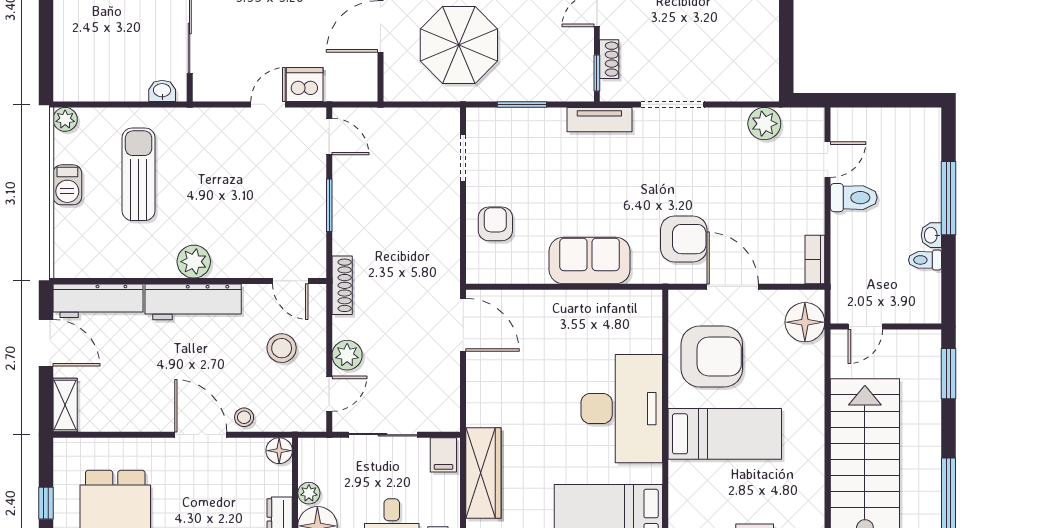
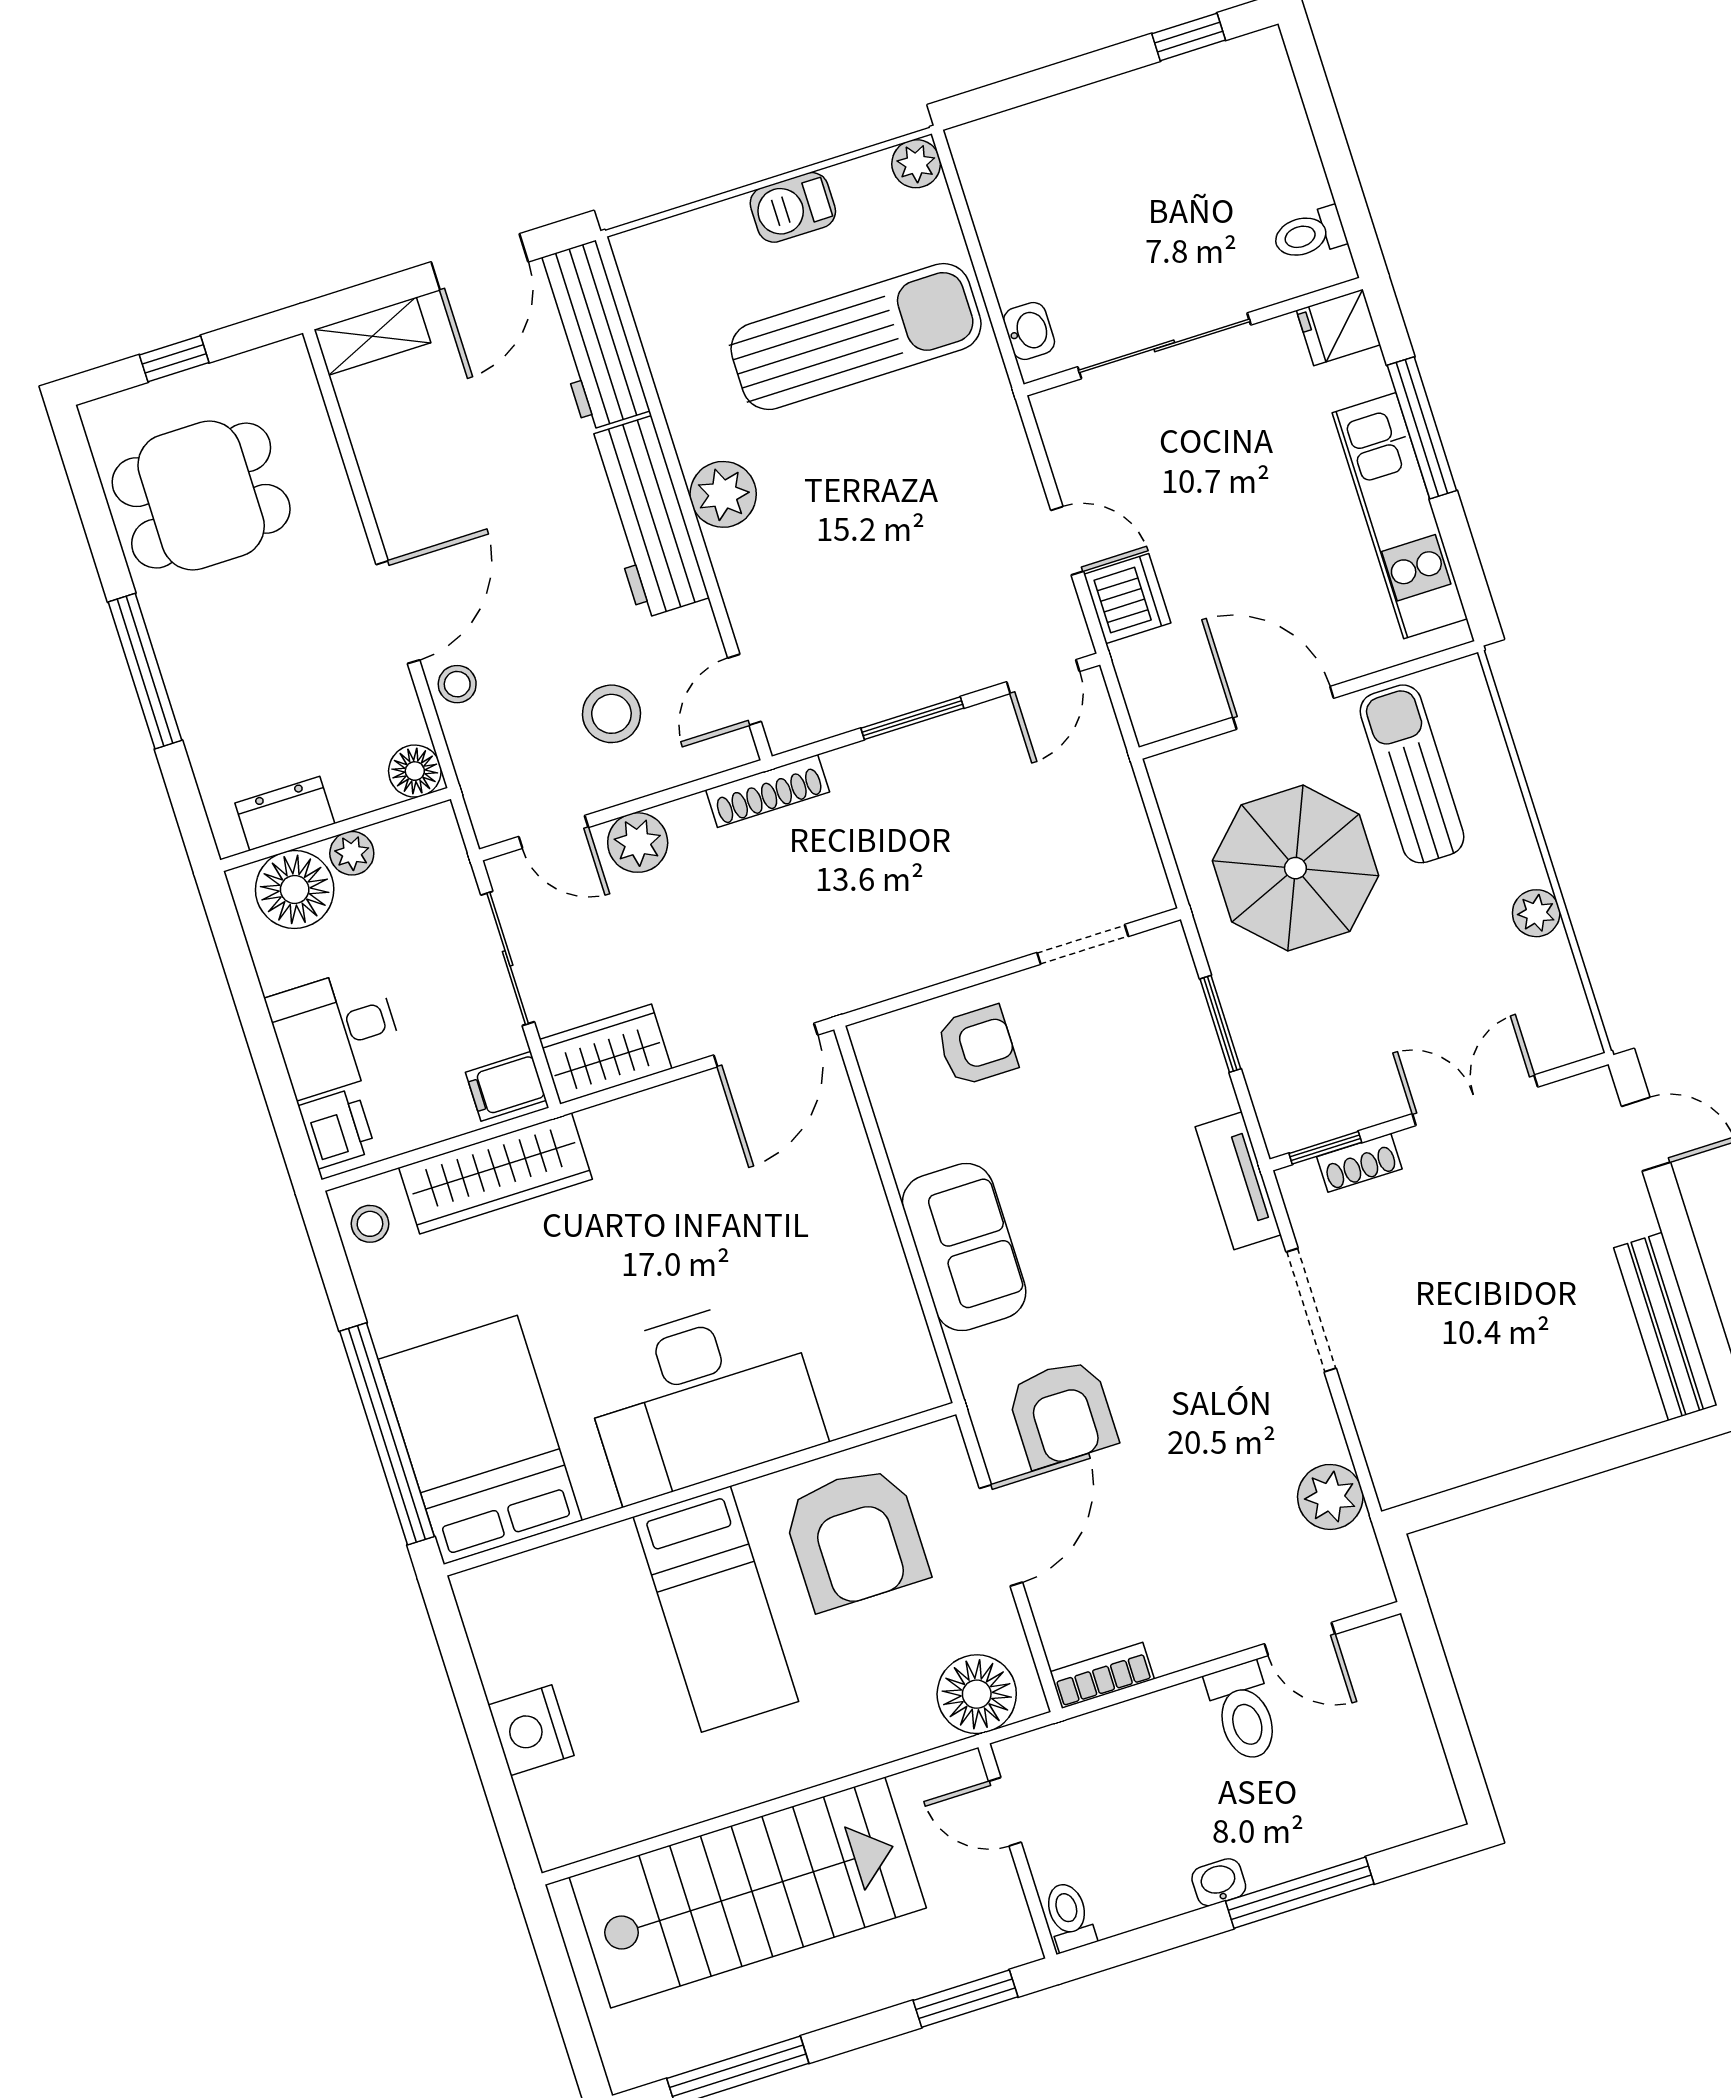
sun lounger: (139, 174) -> (856, 337), width x1.36, depth x1.34
toilet: (925, 260) -> (1069, 1916), moved
wardrobe: (443, 402) -> (606, 1054), added

